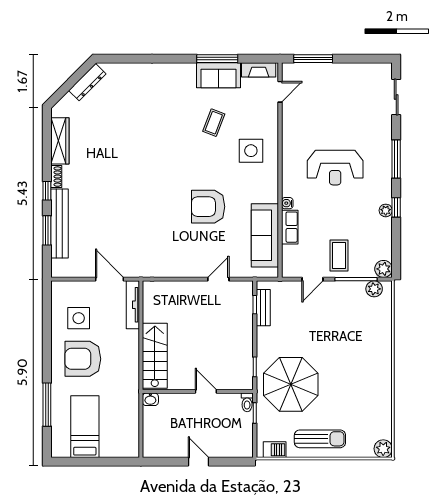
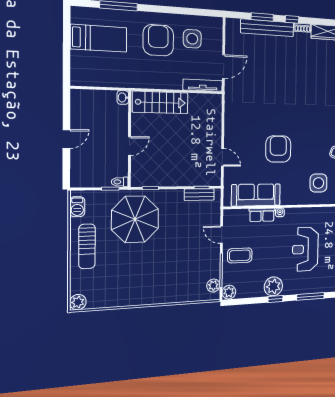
plant: (386, 210) -> (273, 286), width x1.88, depth x1.88

